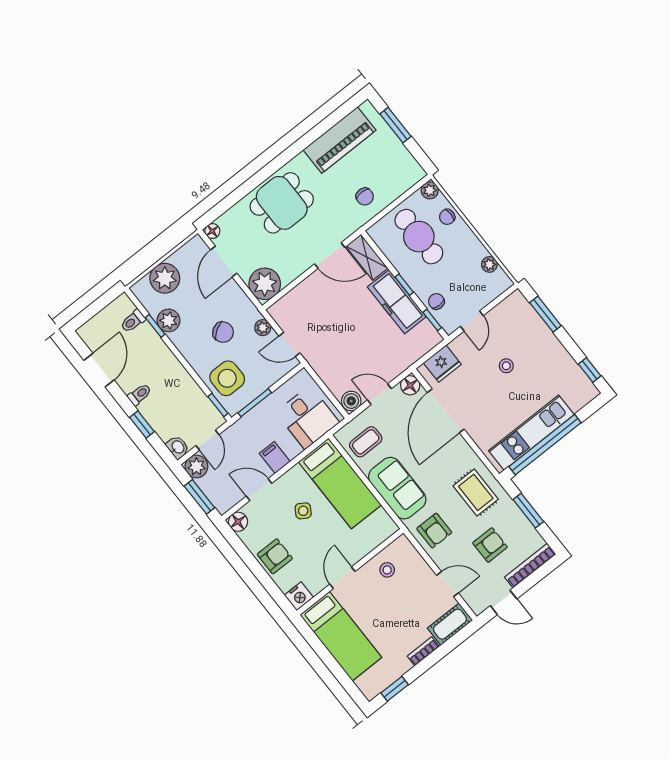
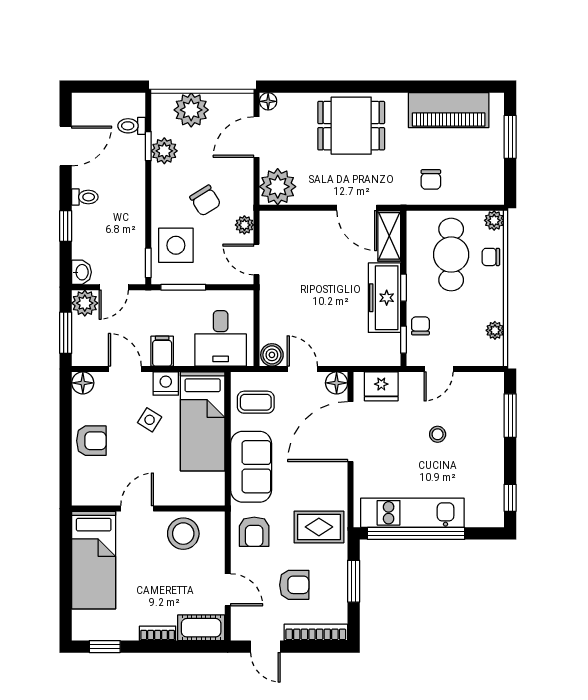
rug: (476, 492) -> (319, 527), turned 90
stool: (387, 570) -> (183, 534), width x1.89, depth x1.89
nightstand: (299, 596) -> (166, 384), moved, turned 180

